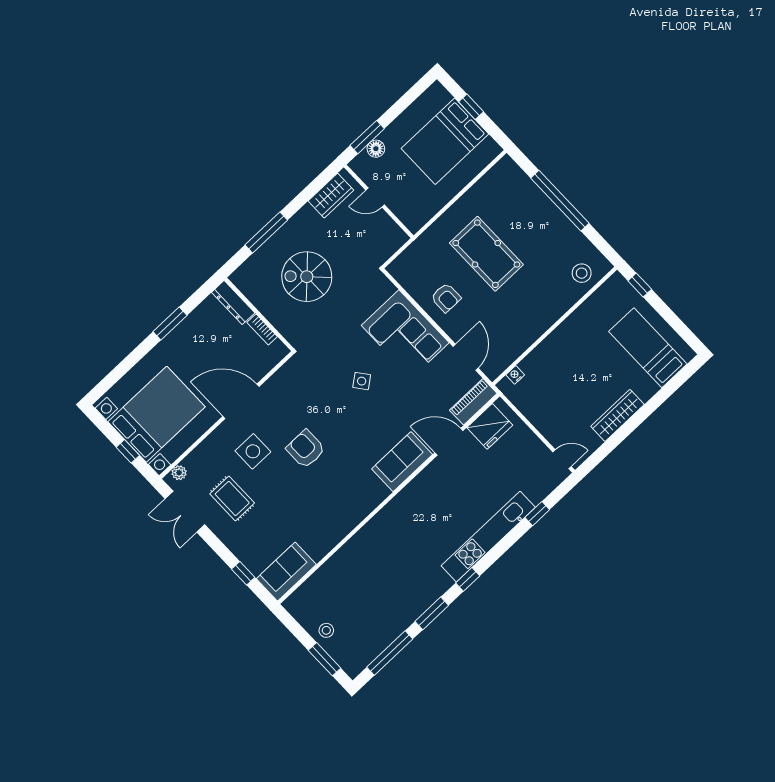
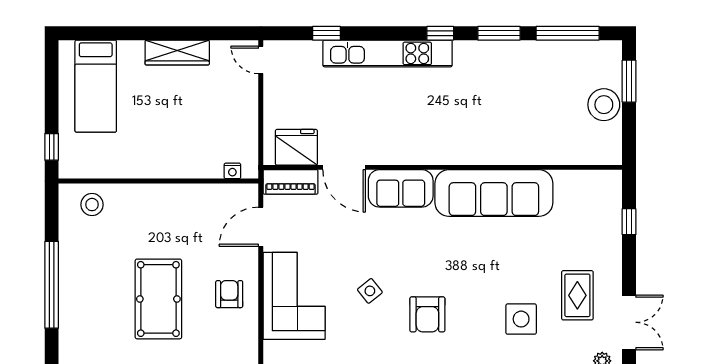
armchair: (306, 449) -> (427, 314), moved
sofa: (286, 571) -> (494, 193), moved, width x1.85, depth x1.27
stool: (326, 630) -> (604, 105), width x1.89, depth x1.89

